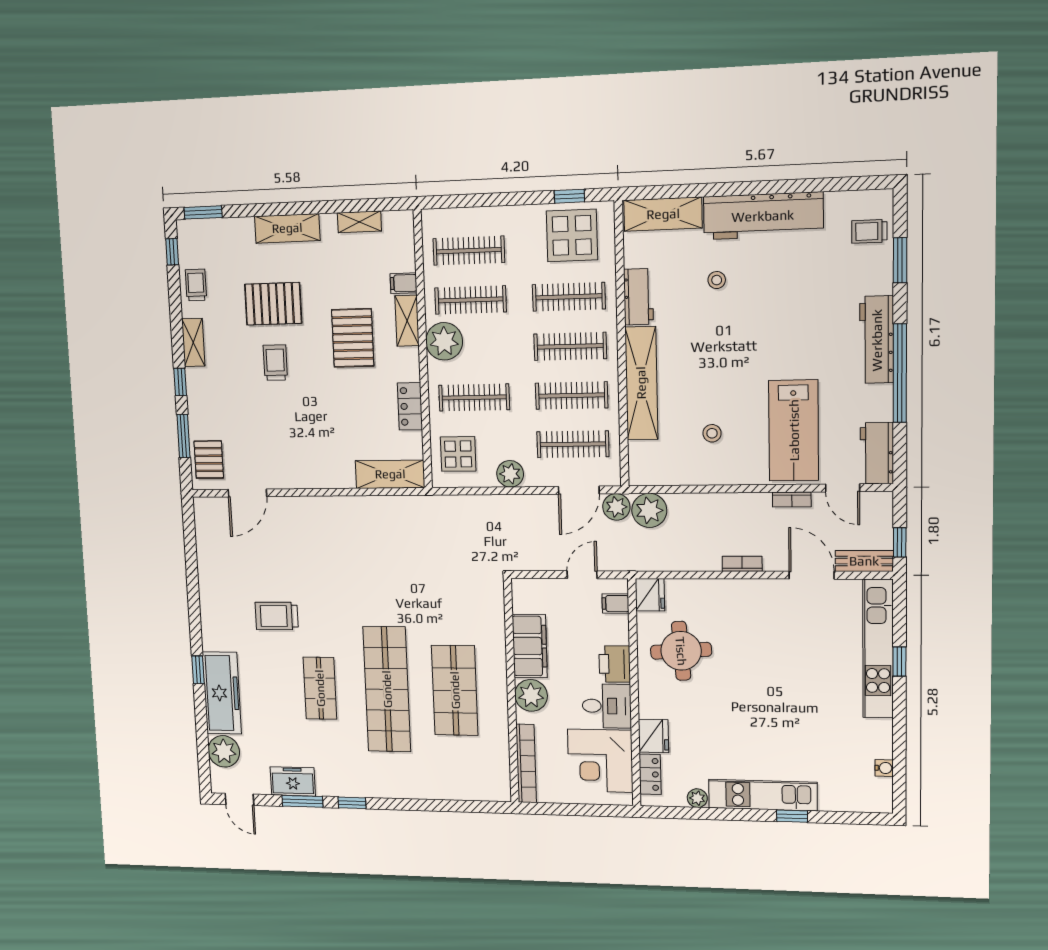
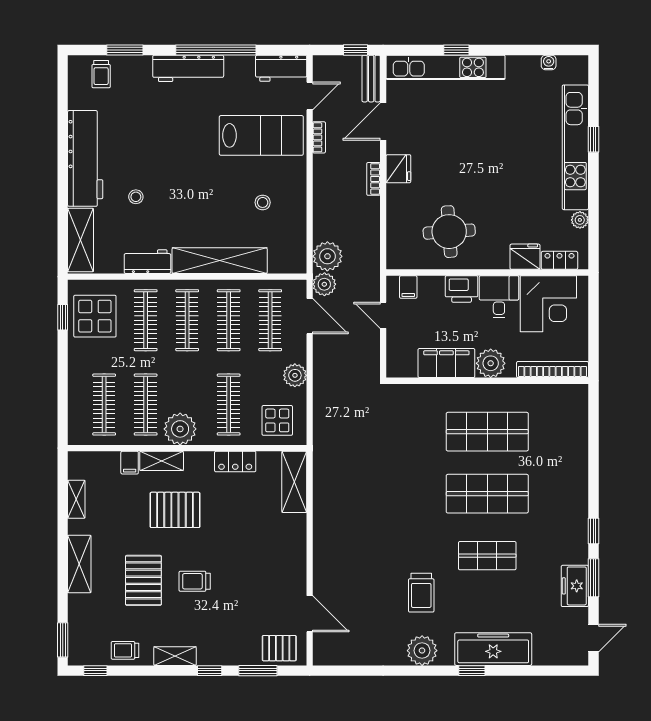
fridge: (650, 595) -> (398, 169), moved, turned 90
shop shelf: (387, 689) -> (487, 494), width x0.71
plant: (224, 751) -> (422, 651), moved
kitchen unit: (763, 795) -> (575, 147), width x1.36

